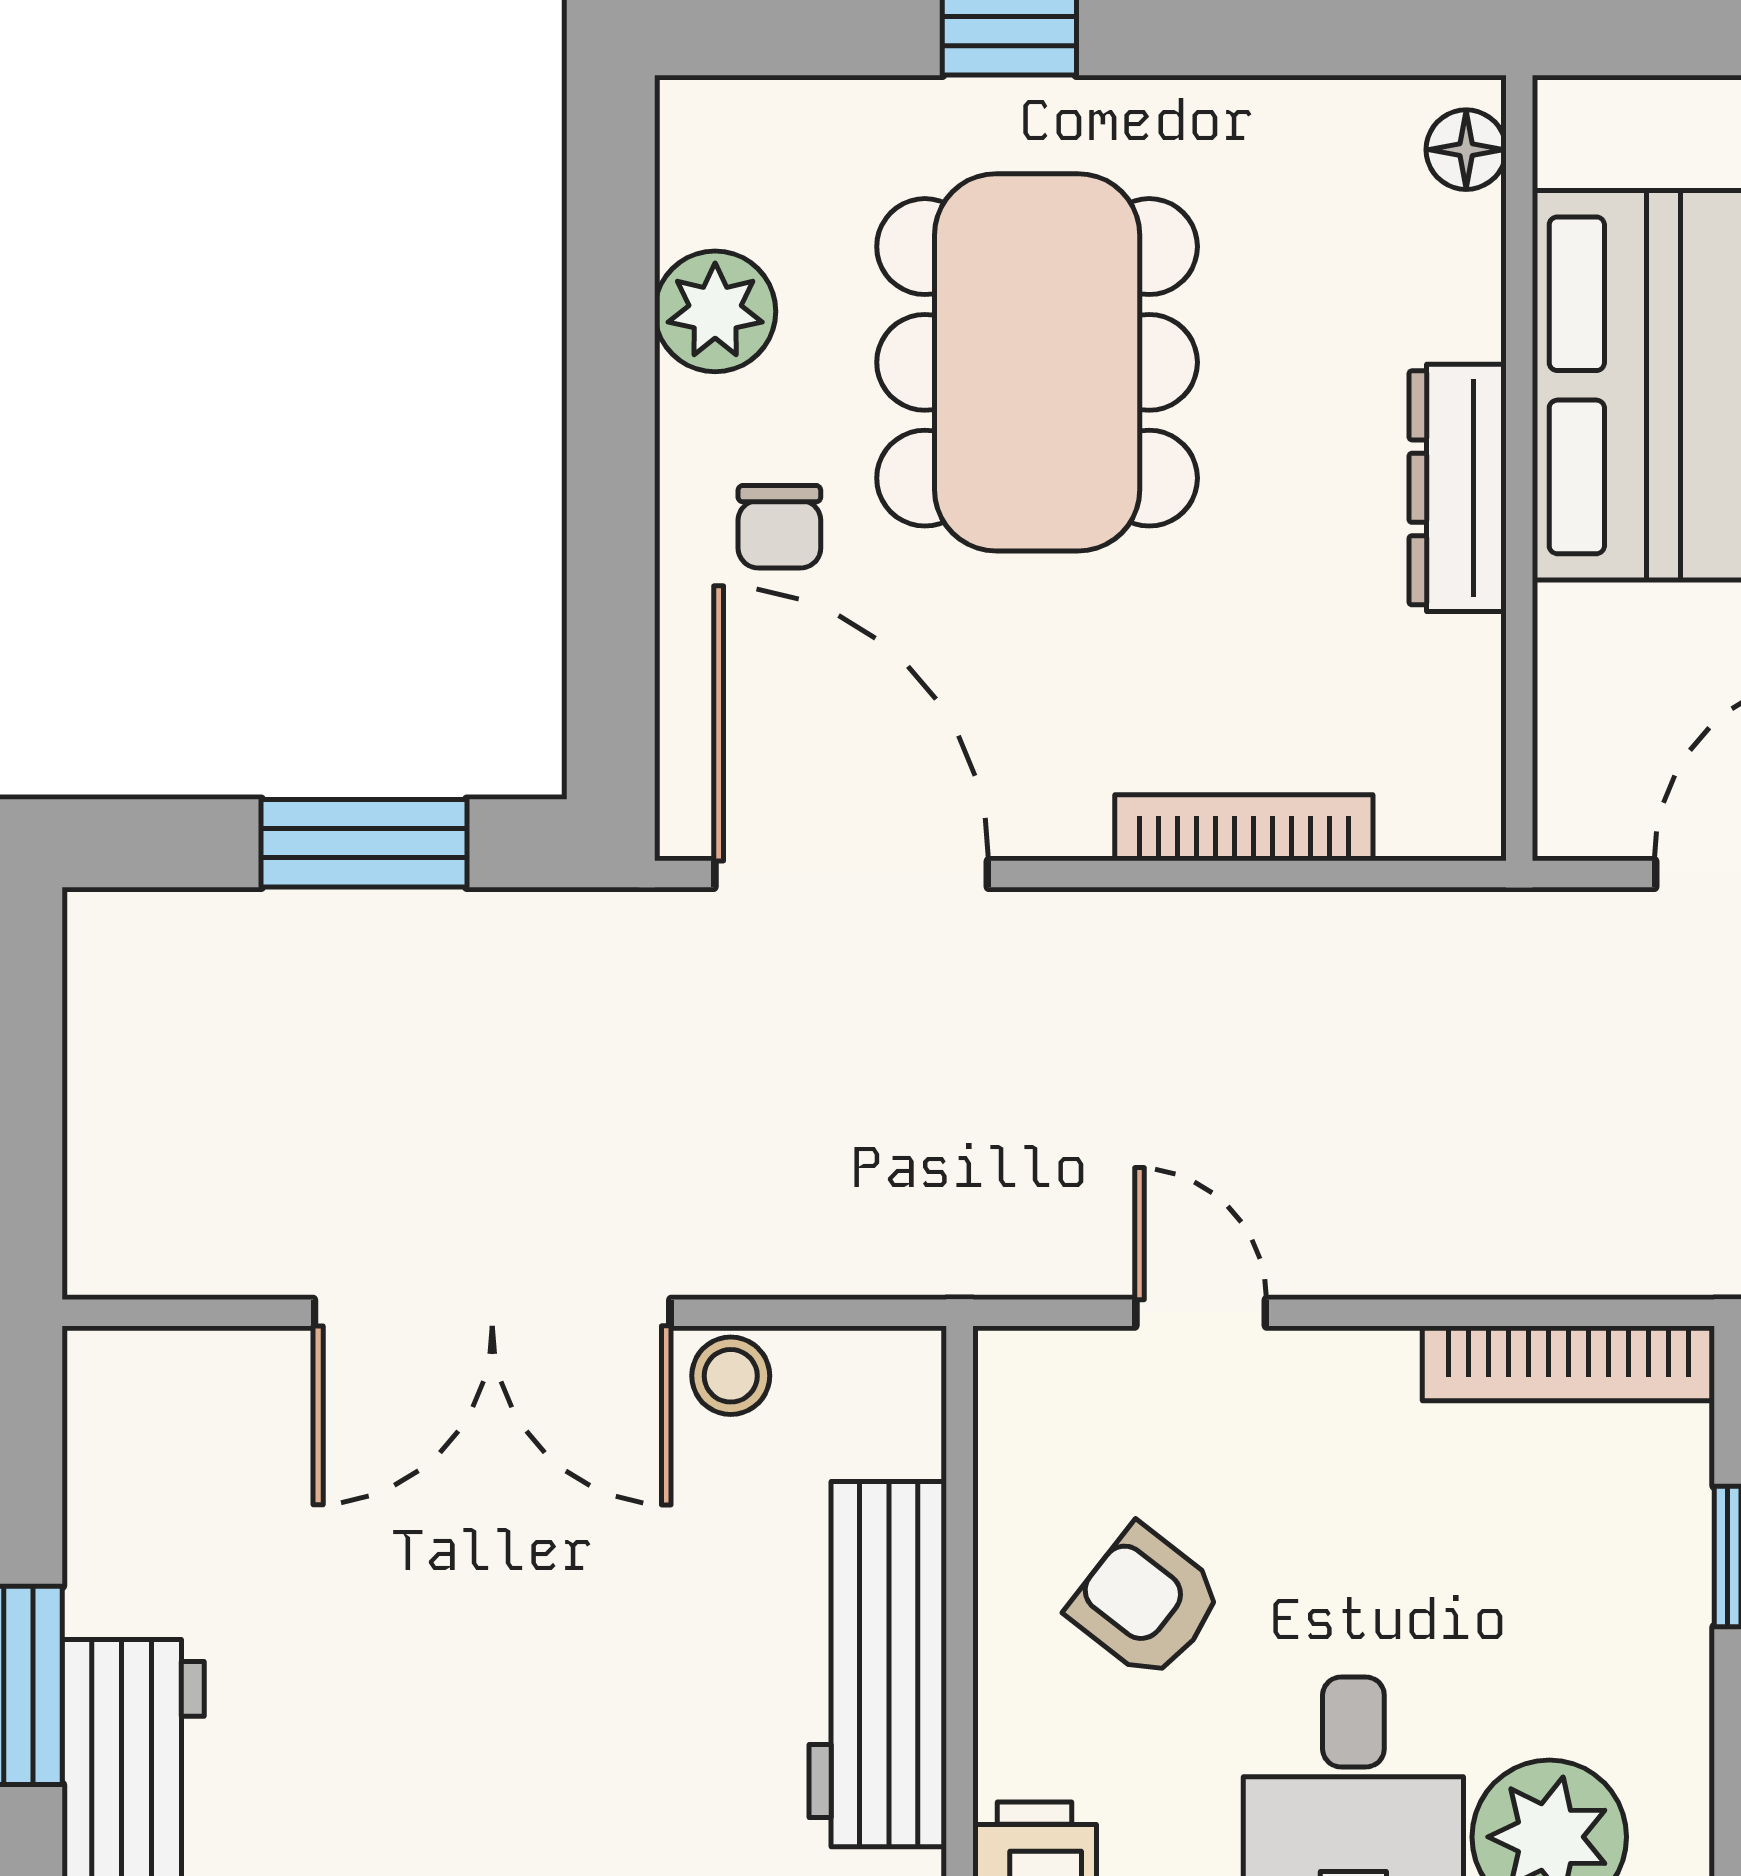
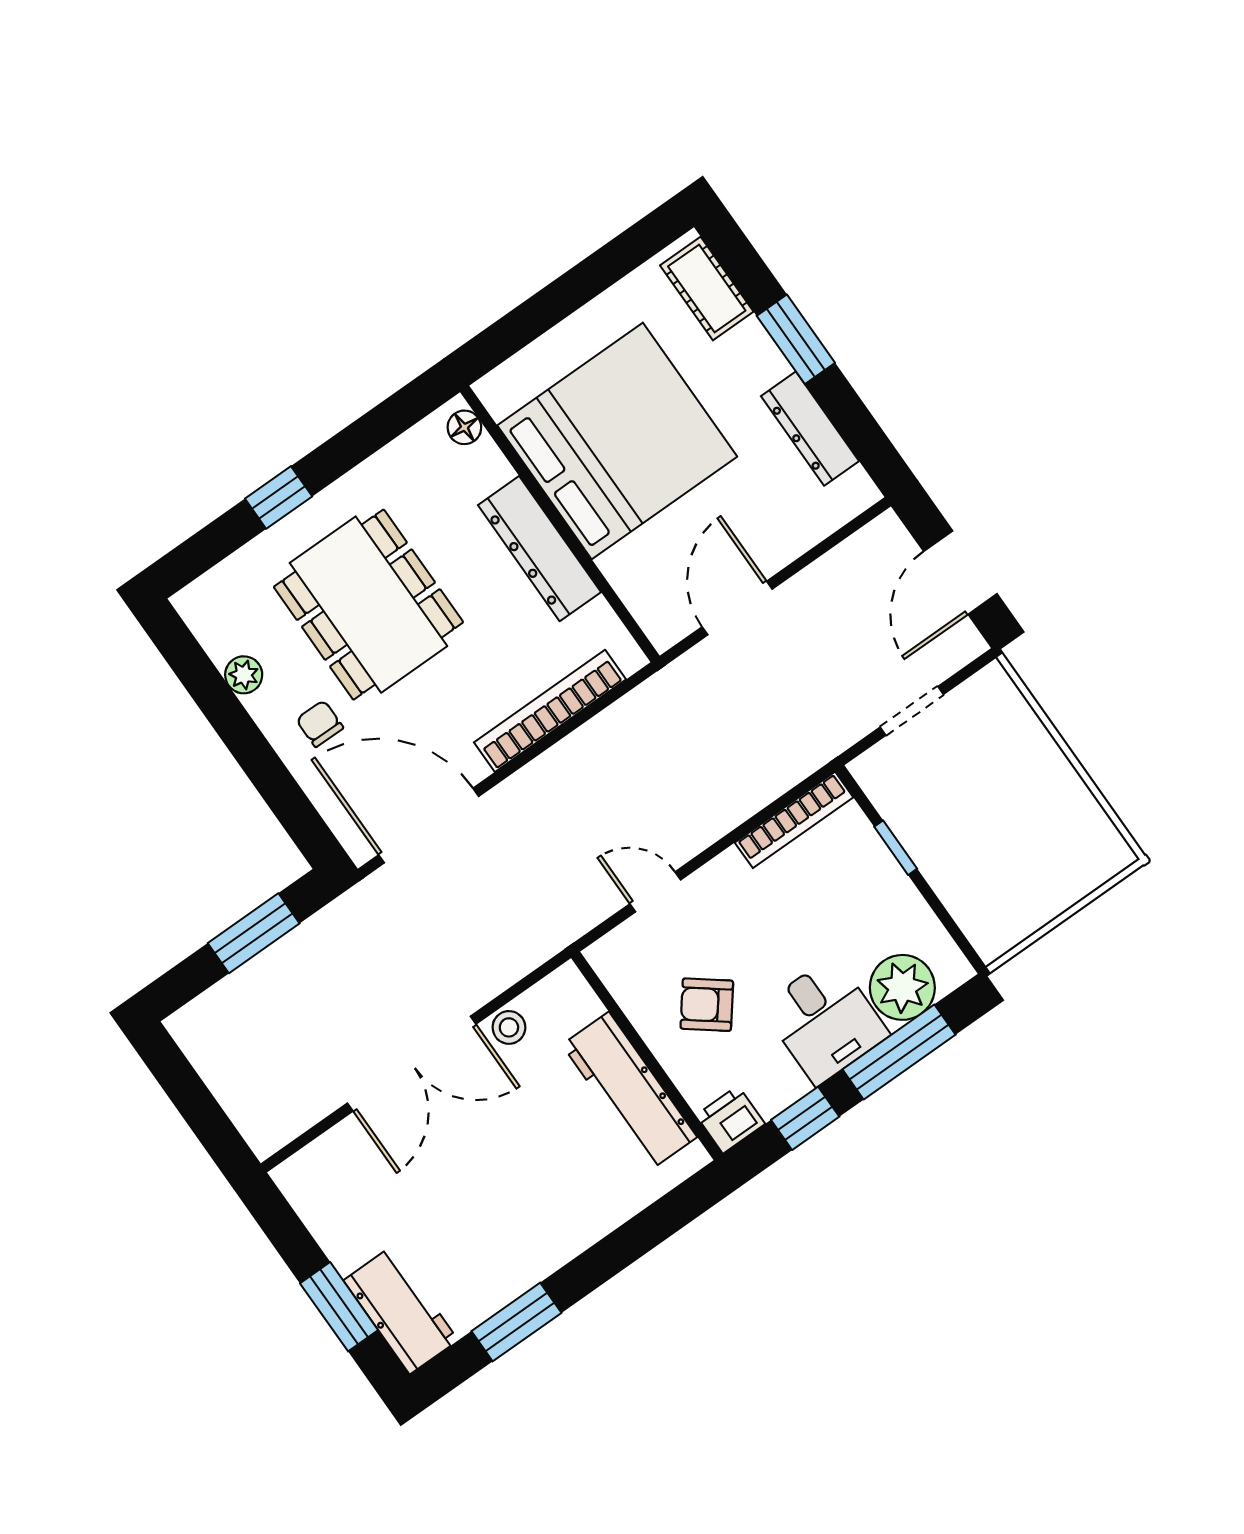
plant: (715, 311) -> (244, 675), width x0.73, depth x0.73
dresser: (1458, 488) -> (539, 549), width x1.37, depth x1.24
chair: (779, 527) -> (320, 724), turned 180
bookcase: (1244, 828) -> (550, 711), width x1.48, depth x1.31

